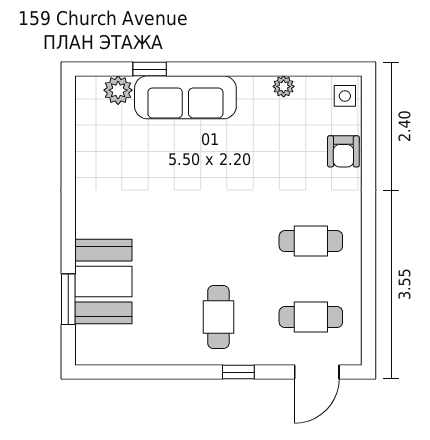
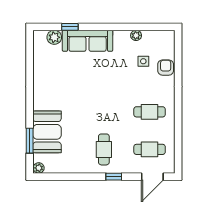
side table: (345, 96) -> (143, 61), moved
armchair: (343, 151) -> (166, 68), turned 180
plant: (87, 355) -> (39, 168), added

